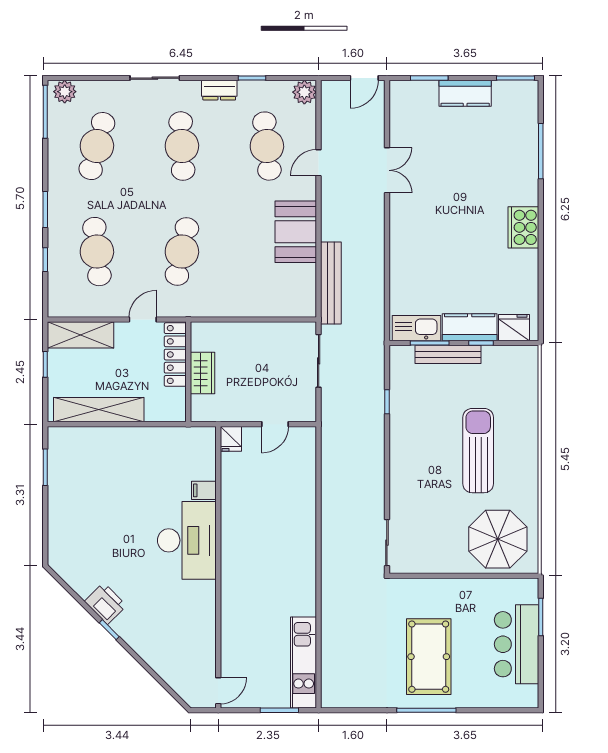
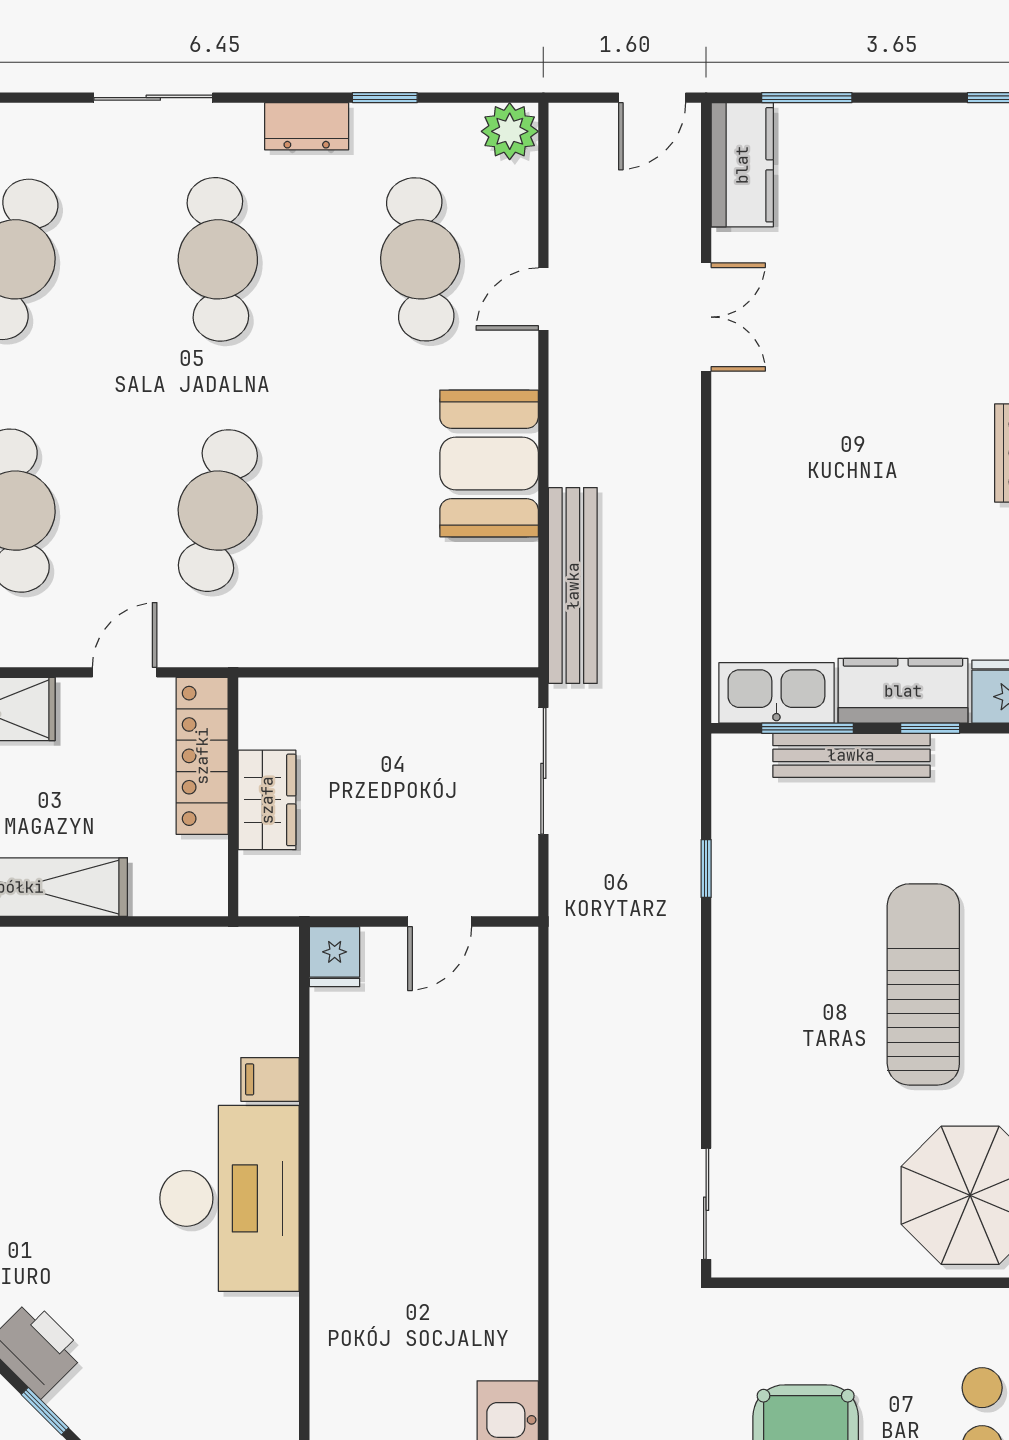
kitchen counter: (465, 93) -> (742, 165), moved, turned -90

